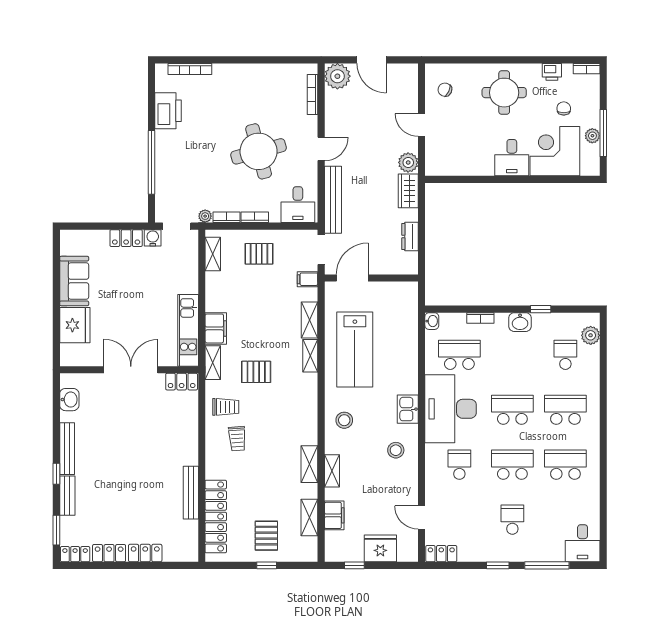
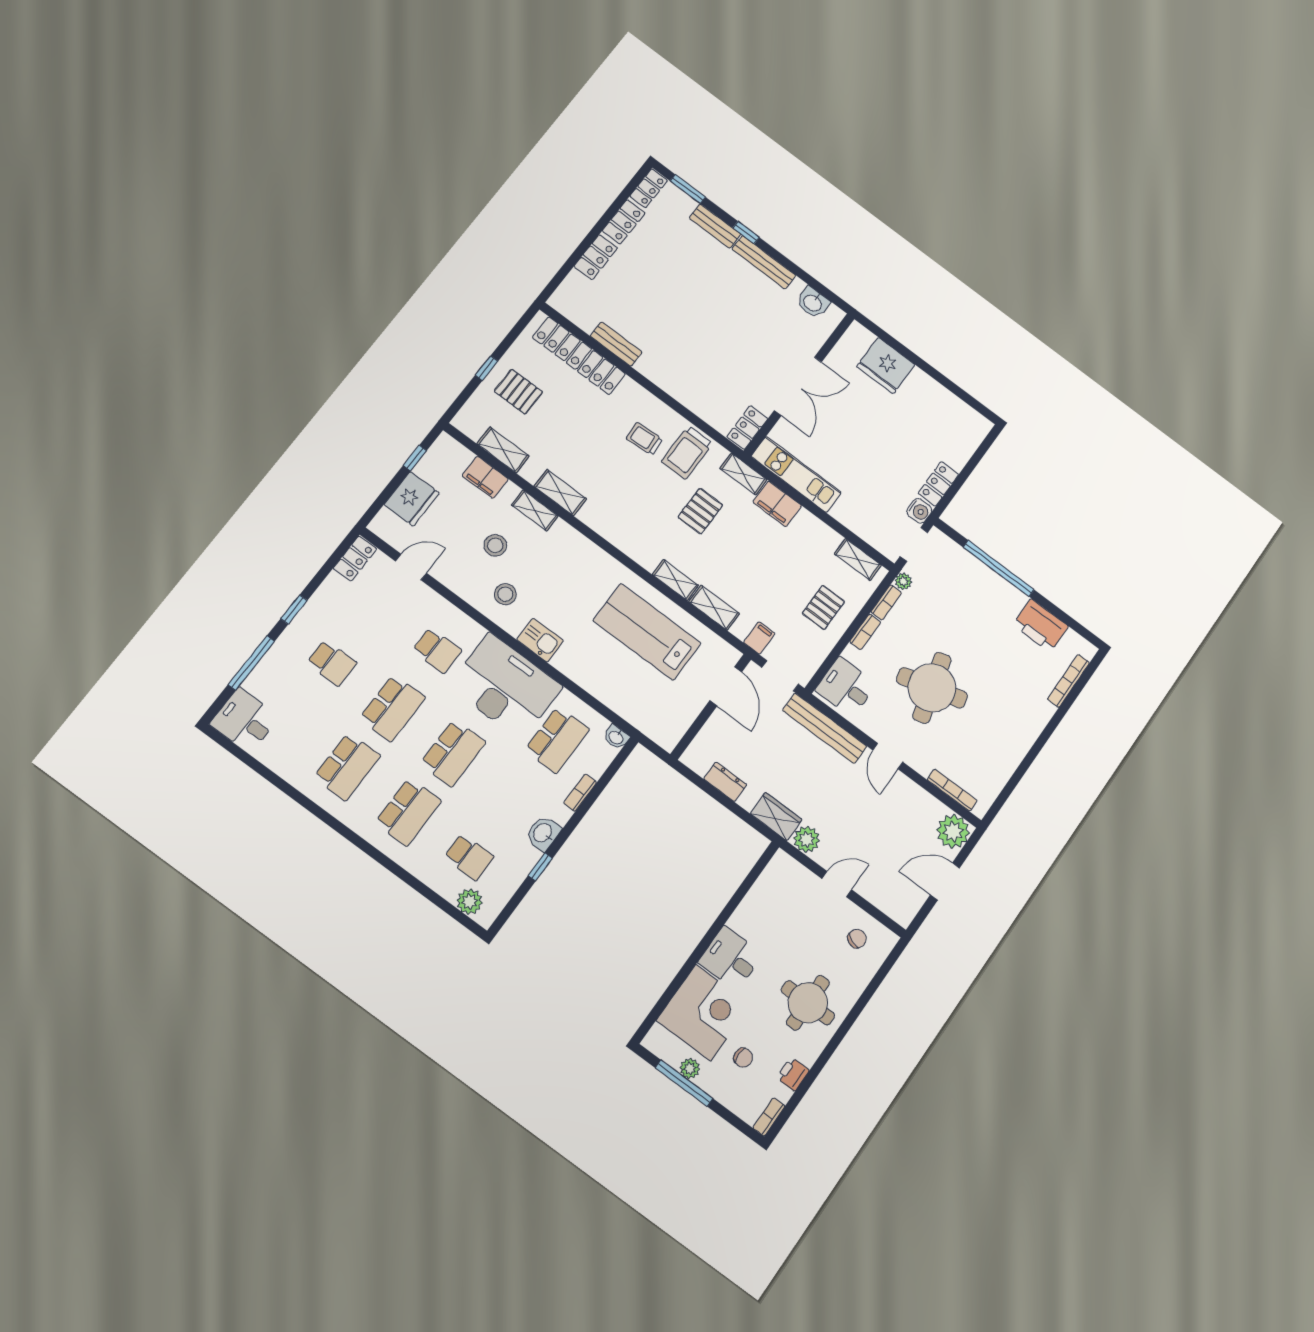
sofa: (74, 281) -> (932, 399), removed
trolley: (226, 407) -> (687, 452), width x1.36, depth x1.39
stool: (344, 420) -> (495, 545), moved
bench: (191, 493) -> (616, 344), width x0.73

